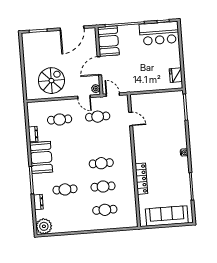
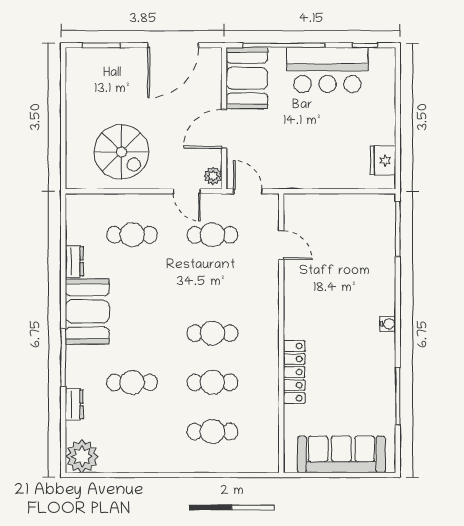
bar counter: (159, 33) -> (327, 70), moved
spiral stairs: (51, 81) -> (121, 152), turned 90

